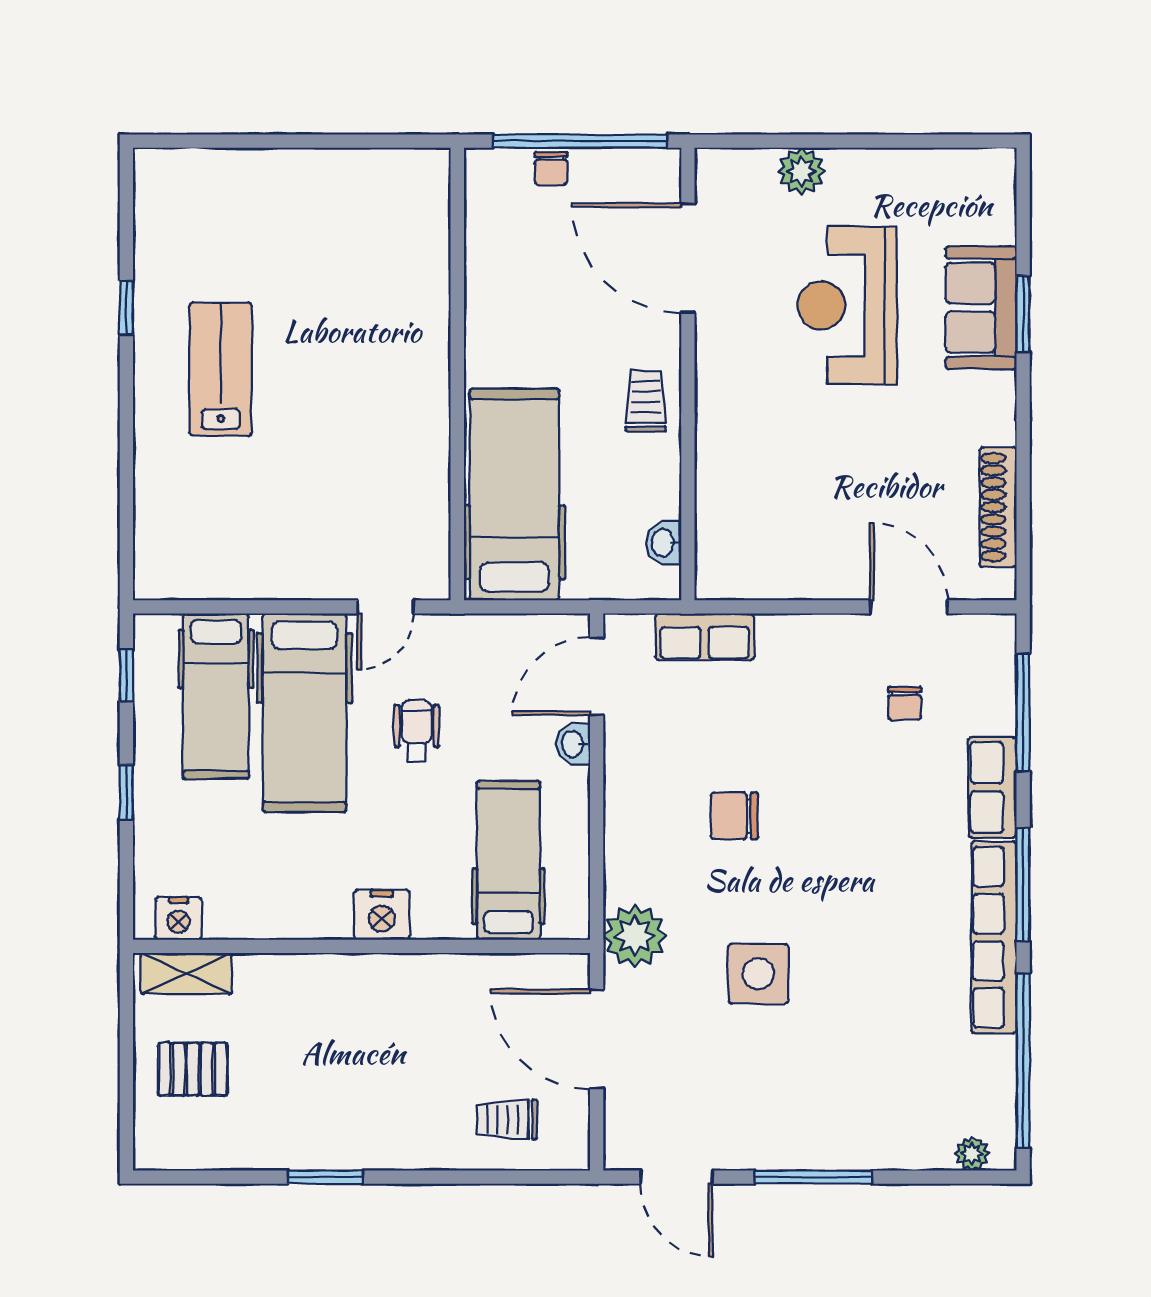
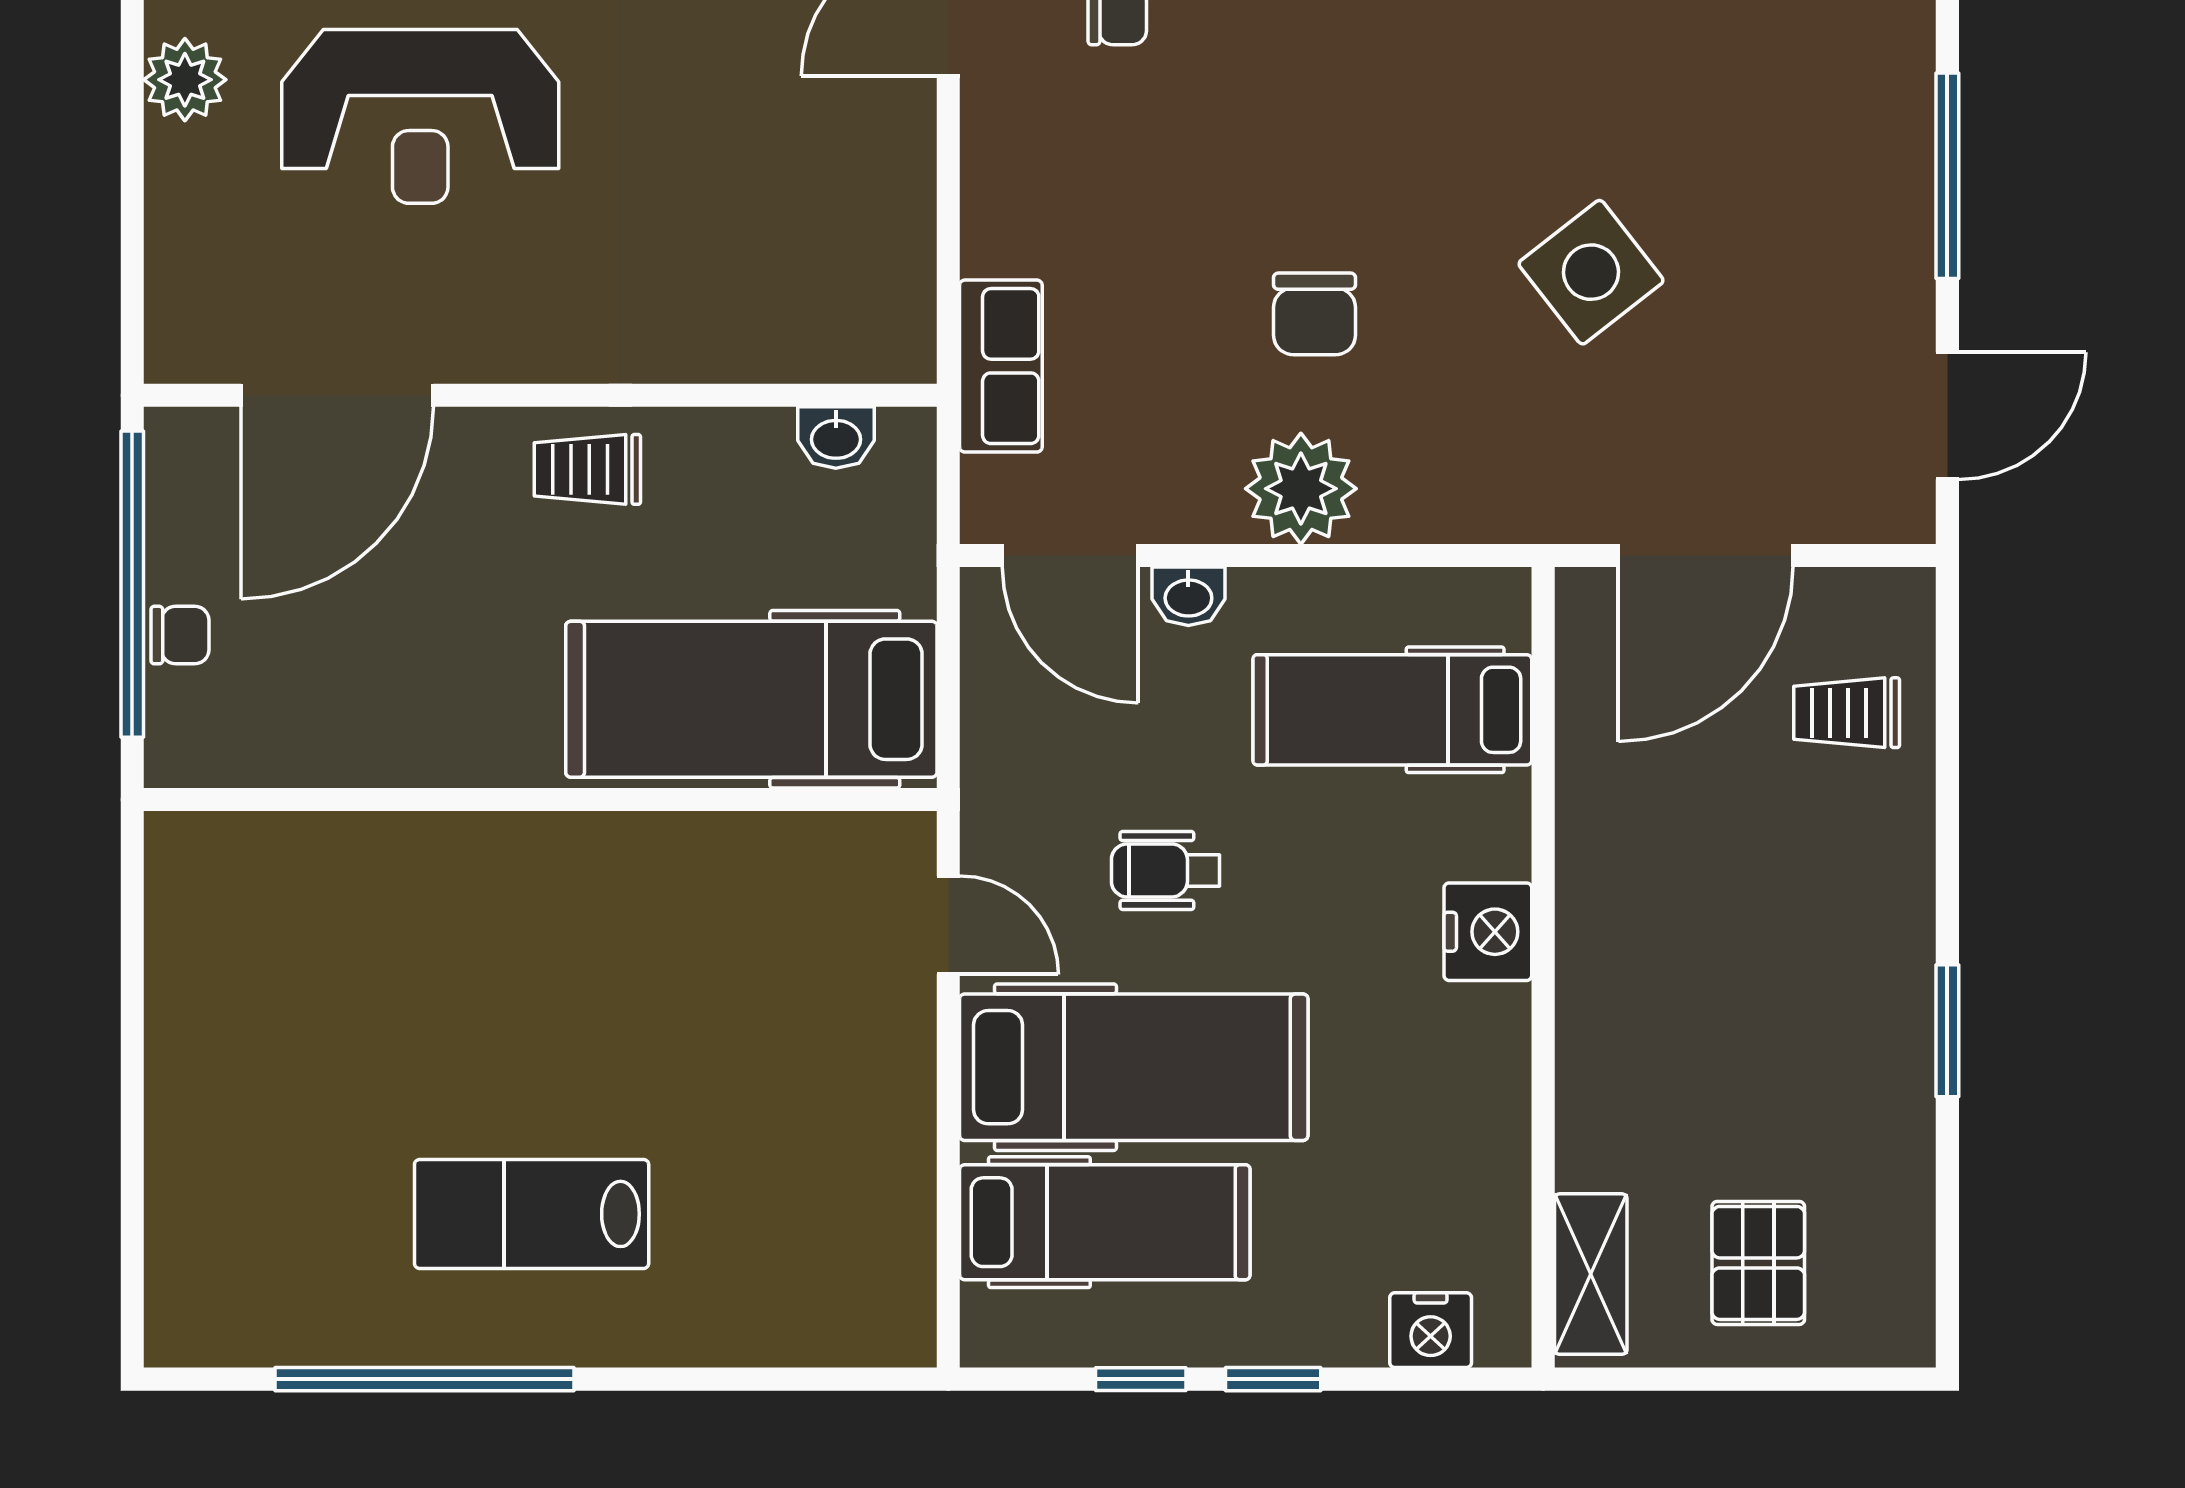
plant: (801, 171) -> (185, 80), moved
window: (126, 308) -> (425, 1379), width x3.17
window: (126, 675) -> (1141, 1379), moved
nightstand: (178, 918) -> (1431, 1330), moved, turned 90
plant: (635, 936) -> (1301, 489), moved
side table: (758, 974) -> (1591, 272), turned -38
trolley: (507, 1120) -> (1847, 713), turned 90

